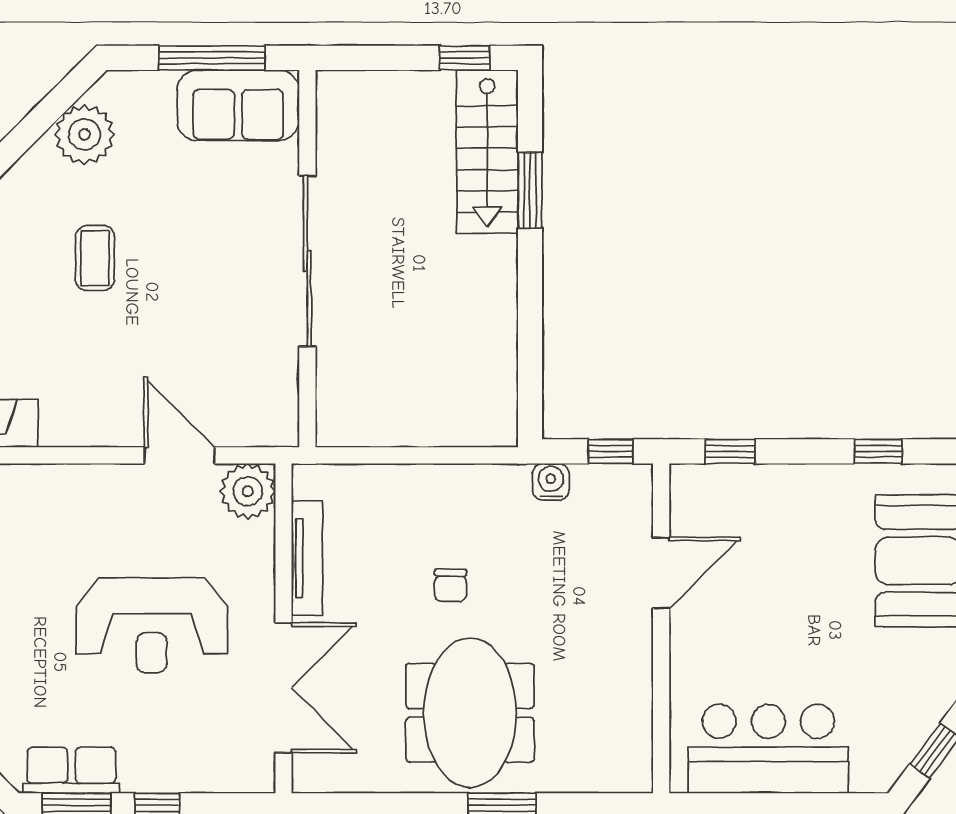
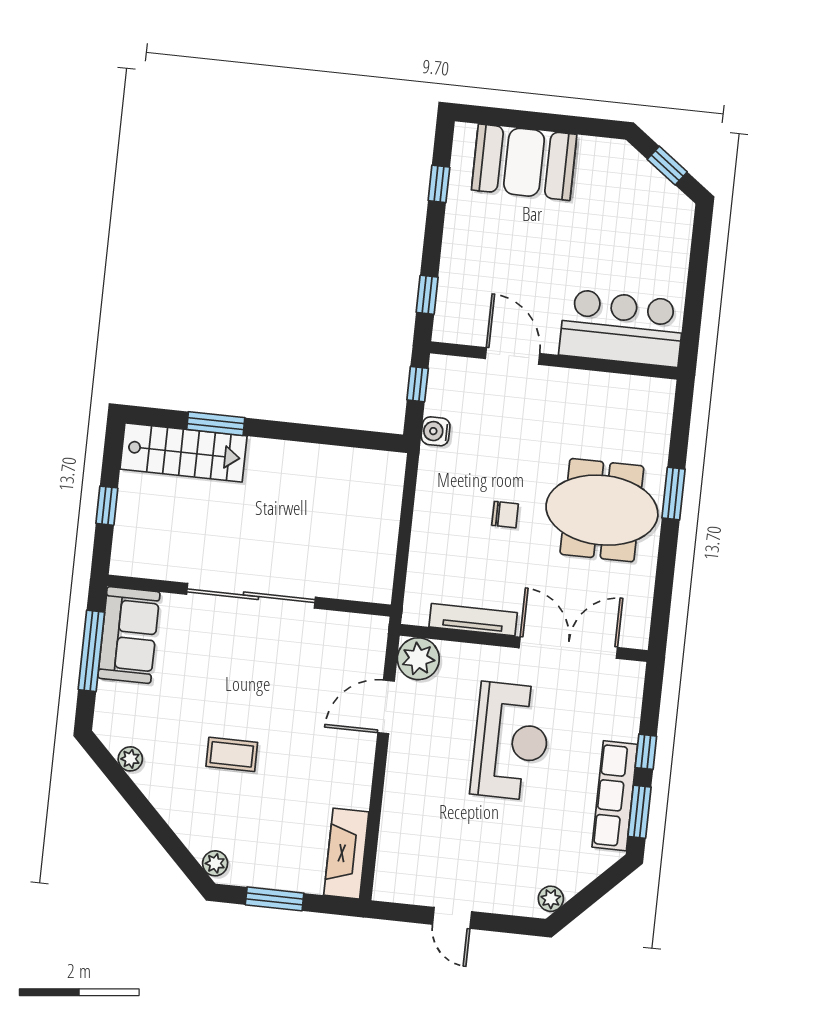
window: (465, 58) -> (107, 506), moved
plant: (85, 134) -> (130, 759), width x0.53, depth x0.53
bar counter: (768, 749) -> (622, 328), moved, turned 90
row of seats: (71, 770) -> (615, 796), width x1.48

